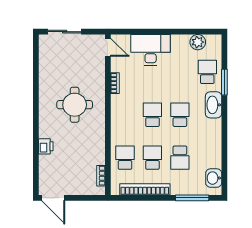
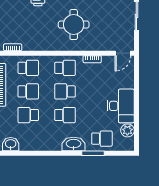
desk: (151, 50) -> (121, 106), moved
school desk: (125, 115) -> (65, 68), added
school desk: (152, 115) -> (65, 91), turned 180

